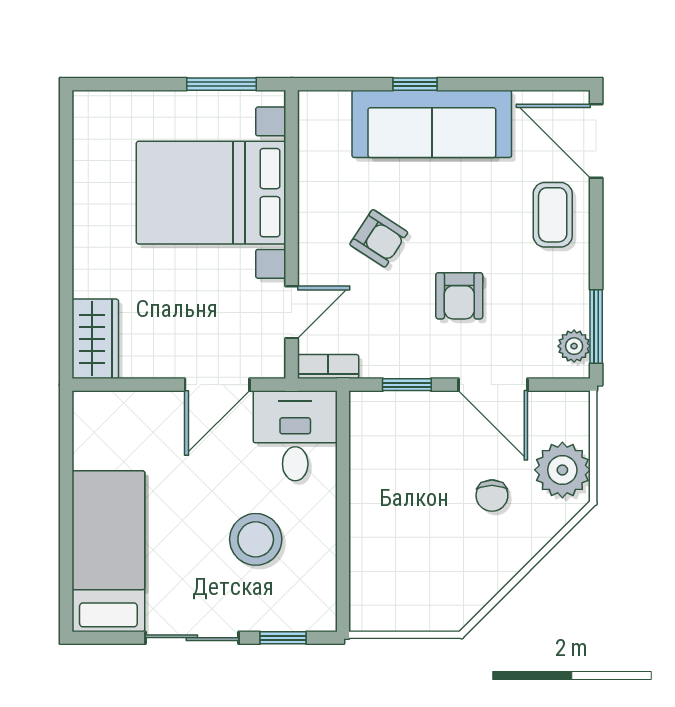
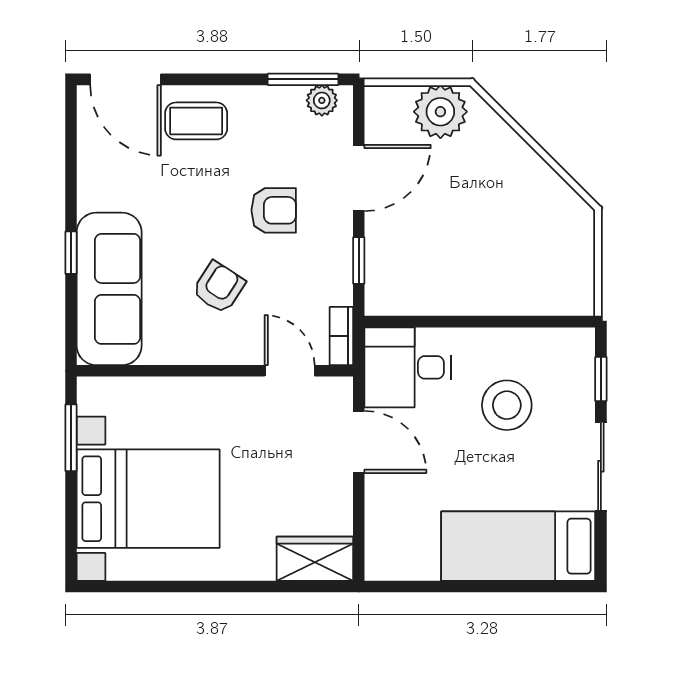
sofa: (432, 124) -> (109, 289), moved
door: (596, 141) -> (126, 79), hinge flipped
bed with nightstands: (211, 193) -> (148, 499), moved, turned -90
chair: (492, 496) -> (465, 179), removed

